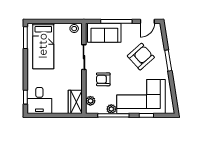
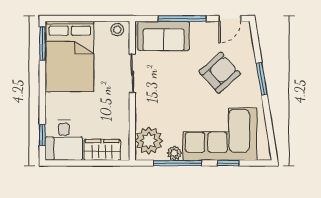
bed: (43, 46) -> (70, 56), width x1.50
armchair: (103, 79) -> (162, 108), removed
plant: (90, 101) -> (149, 141), width x1.87, depth x1.87
wardrobe: (75, 102) -> (102, 150), moved, turned 90

